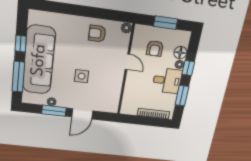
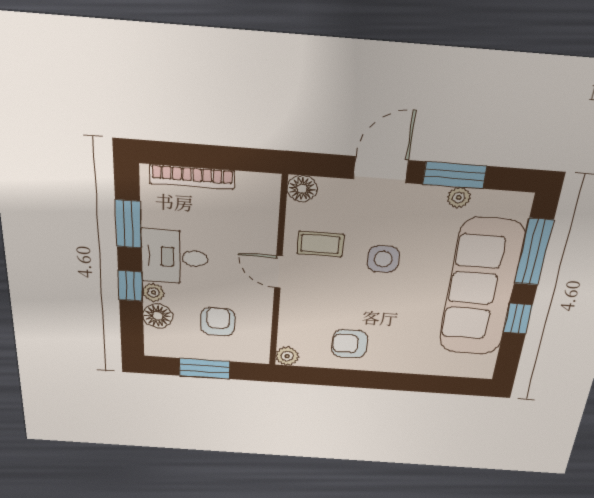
armchair: (97, 34) -> (350, 344), turned 180
door: (127, 62) -> (278, 272), moved
coffee table: (107, 84) -> (320, 244), added
floor lamp: (113, 108) -> (302, 189), added

